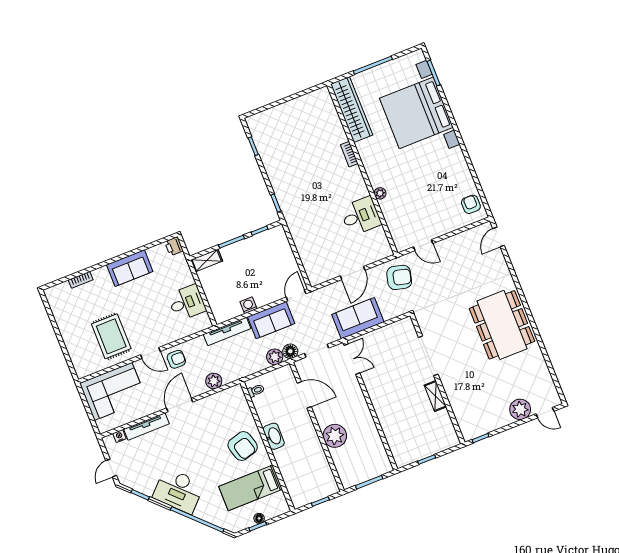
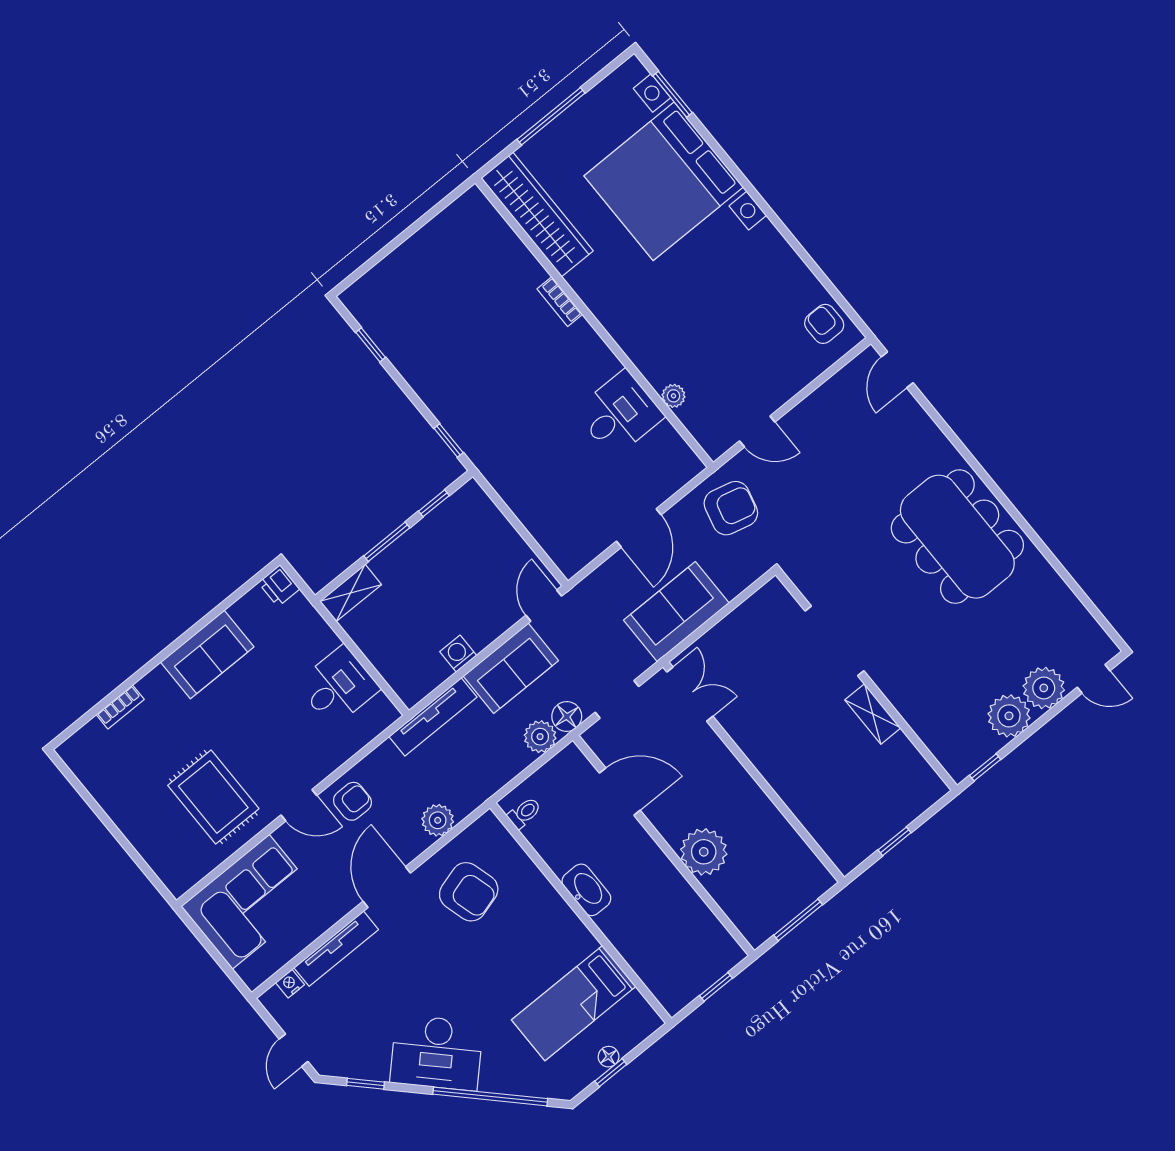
plant: (380, 193) -> (674, 396), moved
plant: (499, 417) -> (1009, 716), added
armchair: (243, 446) -> (469, 892), moved

